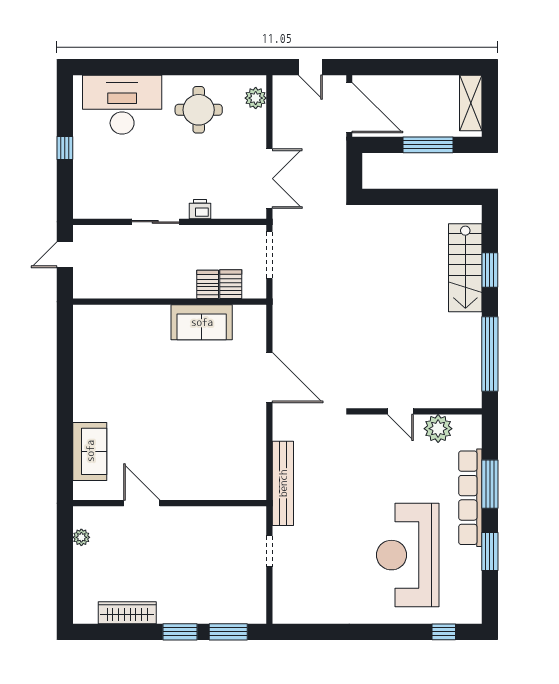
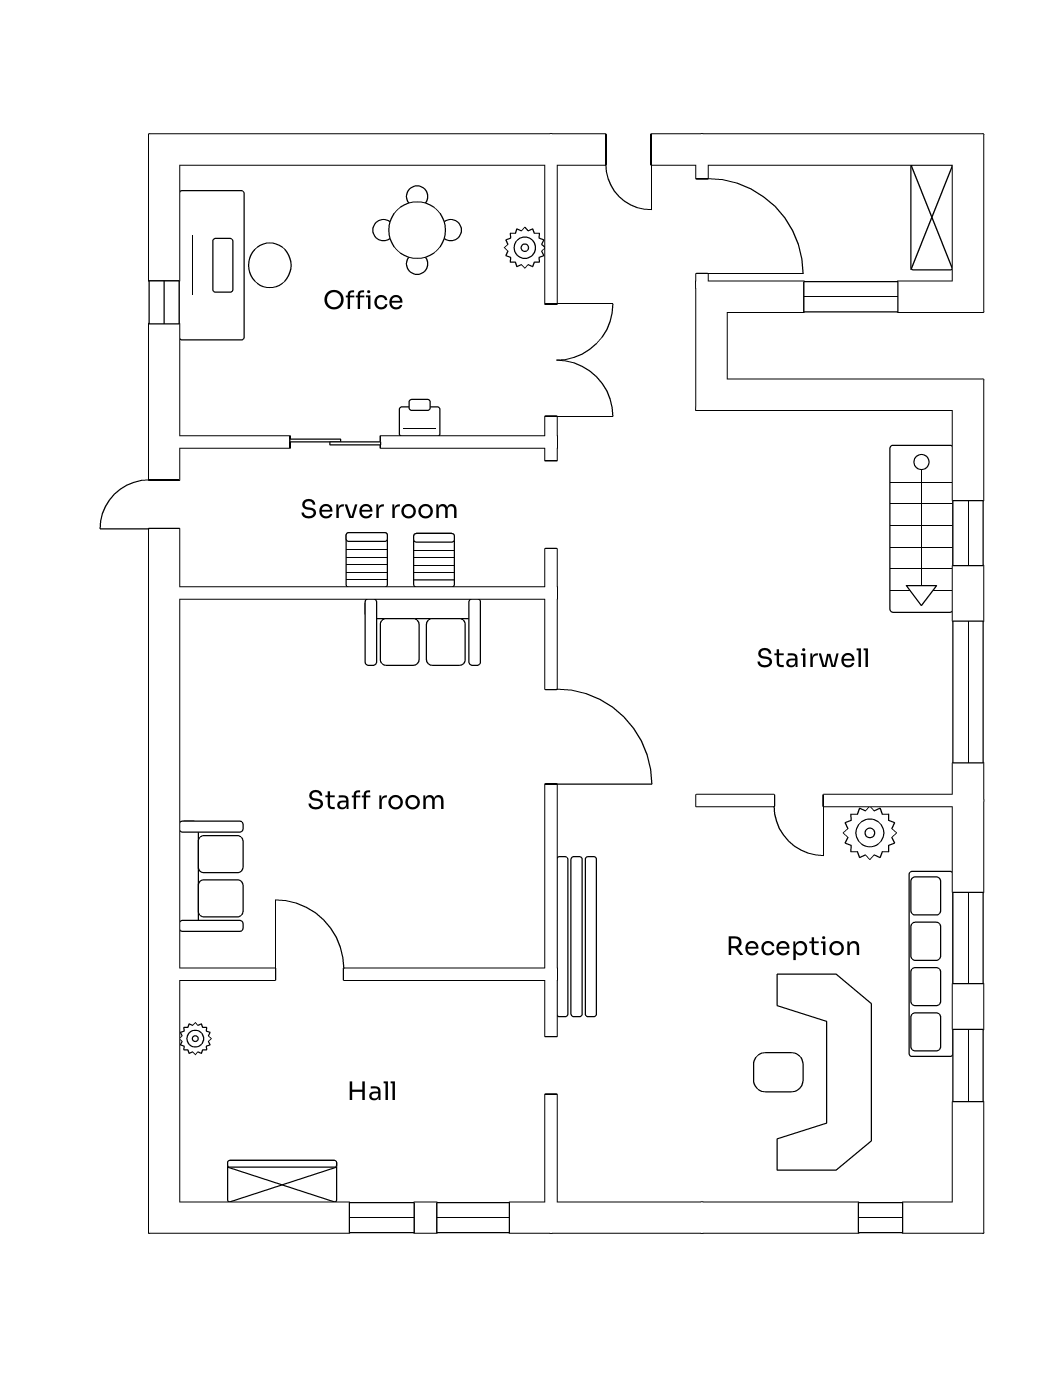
plant: (256, 98) -> (525, 248), moved
desk: (122, 105) -> (235, 265), moved, turned -90
server rack: (231, 284) -> (367, 560), moved

